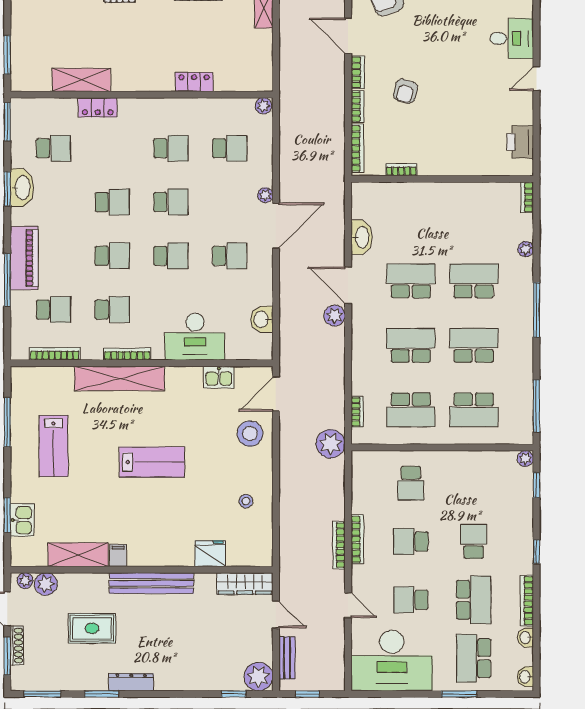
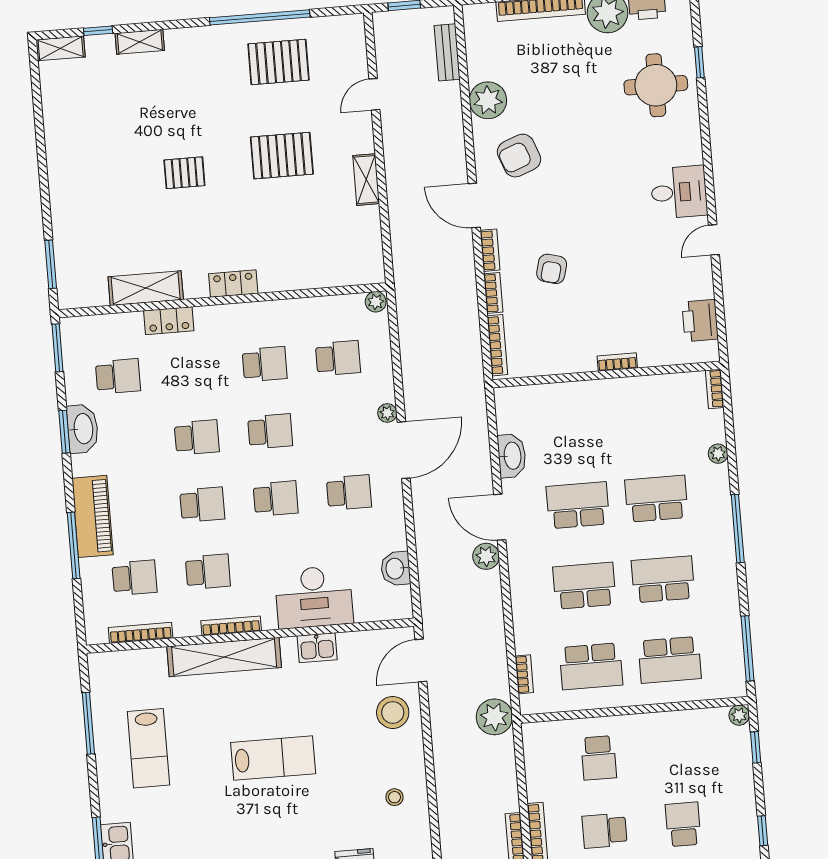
locker: (194, 82) -> (233, 284), moved
bookcase: (401, 170) -> (617, 362), moved
kitchen sink: (219, 377) -> (317, 648), moved

